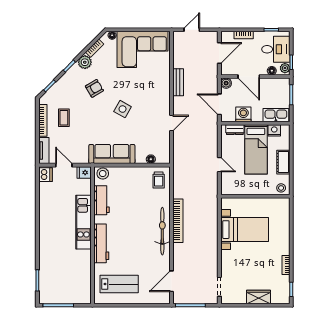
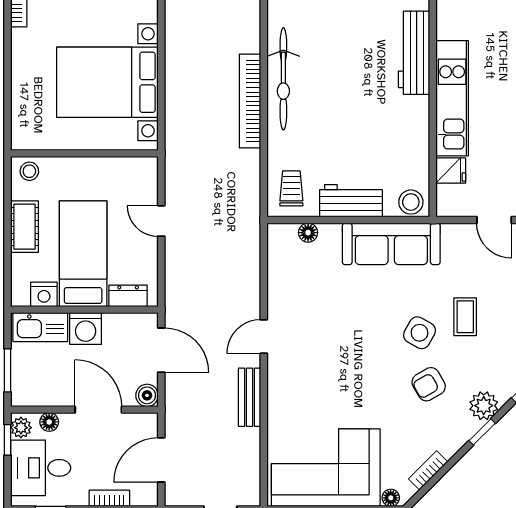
plant: (85, 62) -> (484, 406), moved
side table: (123, 109) -> (419, 333), moved
washing machine: (243, 114) -> (86, 329), moved
coffee table: (64, 118) -> (465, 317), moved
door: (172, 123) -> (264, 336), moved
fridge: (84, 172) -> (451, 170), moved
workbench: (101, 200) -> (351, 201), moved, turned 90
bed with nightstands: (245, 230) -> (107, 82), width x1.36

